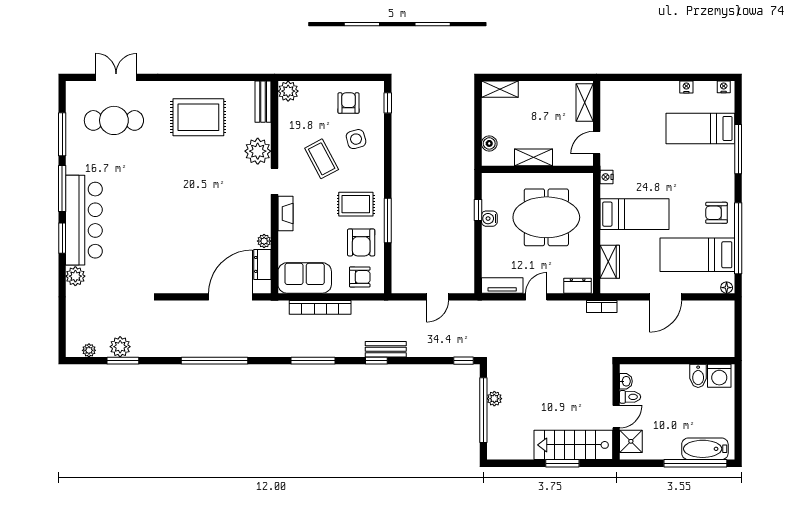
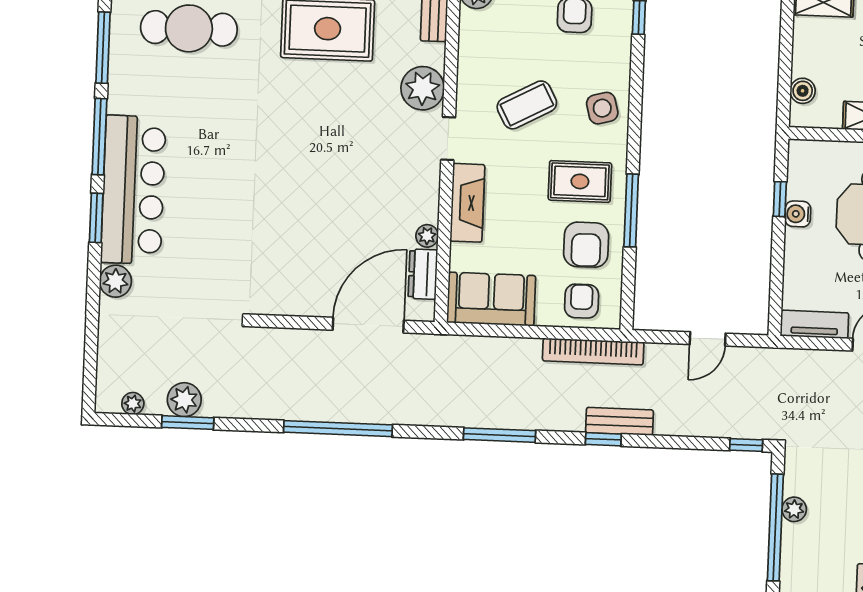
side table: (356, 139) -> (602, 108), moved
coffee table: (322, 159) -> (527, 105), turned 90
fireplace: (285, 213) -> (467, 203), width x1.37, depth x1.32
armchair: (360, 277) -> (582, 301), turned -90
bookcase: (320, 307) -> (593, 351), moved

